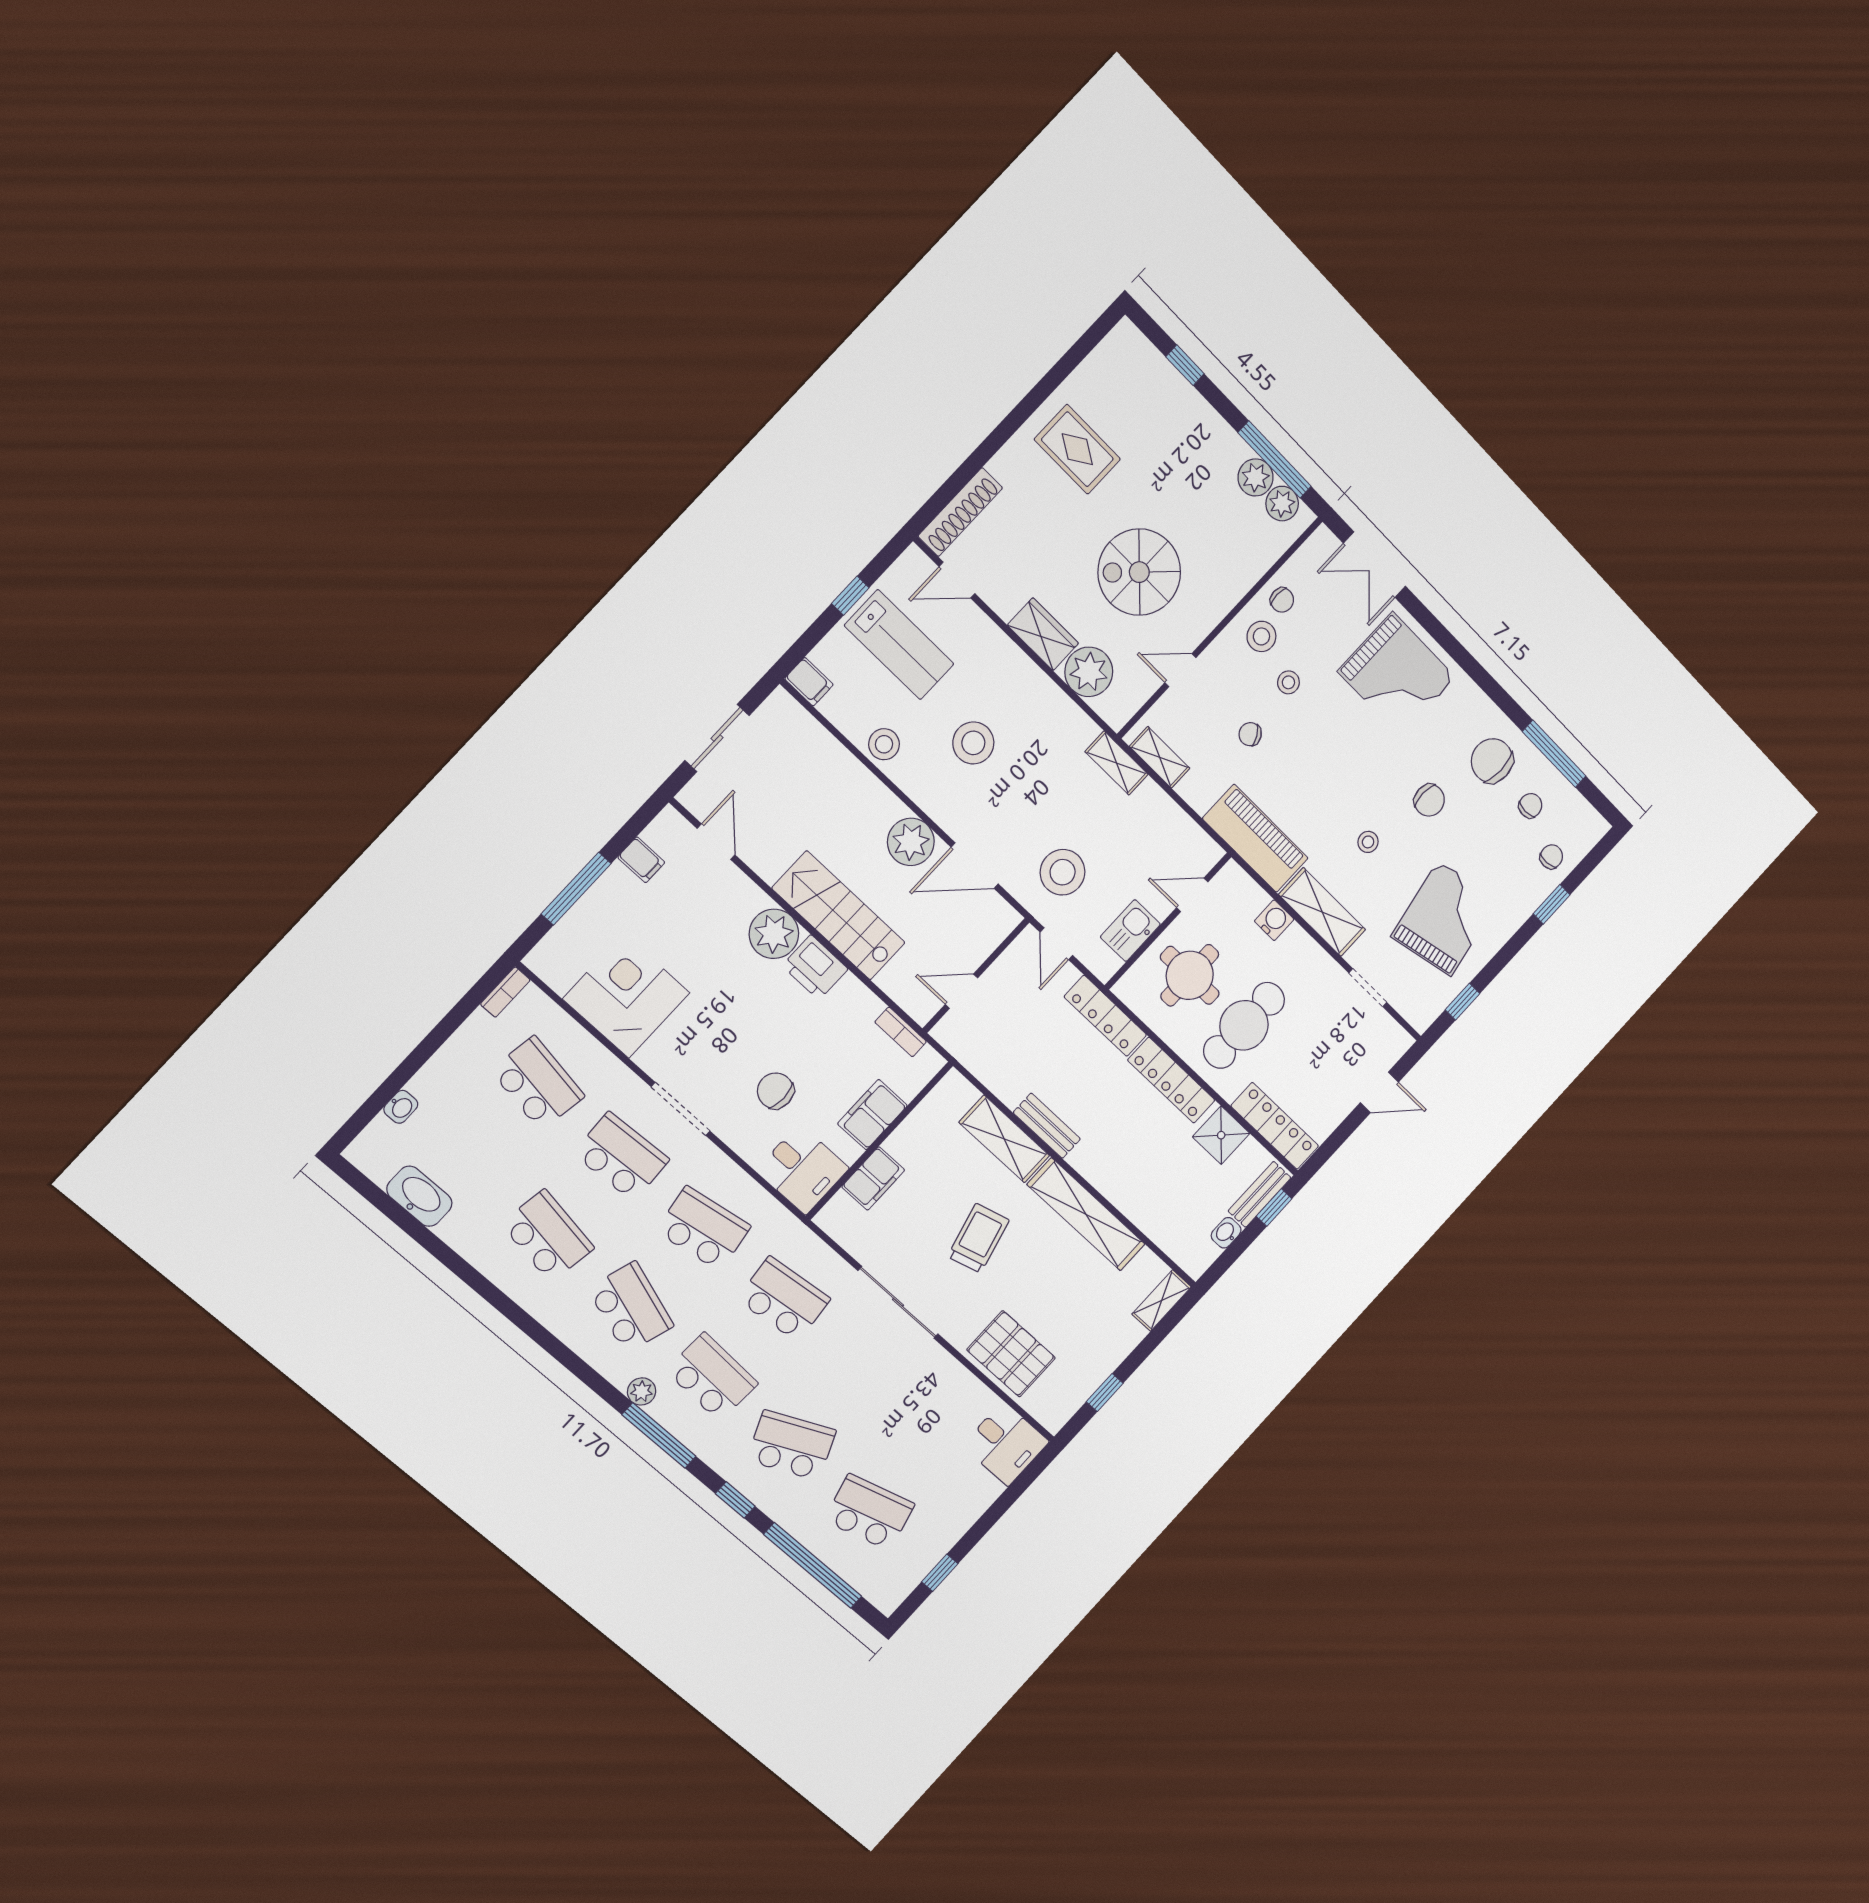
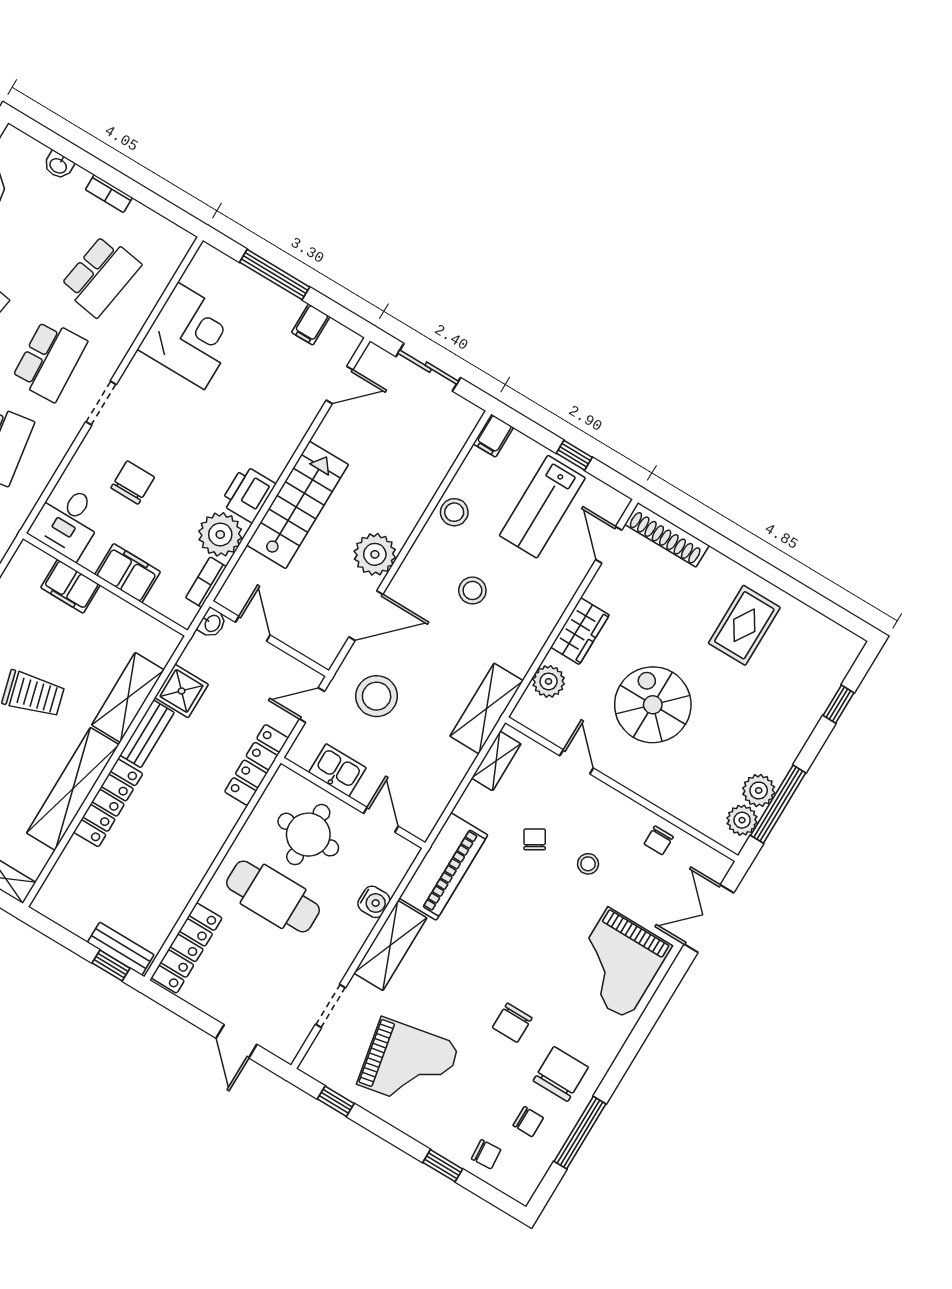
stool: (1261, 636) -> (623, 829), removed
plant: (1089, 672) -> (549, 681), width x0.73, depth x0.73
stool: (973, 743) -> (472, 590), width x0.73, depth x0.73
shelving: (1117, 763) -> (487, 708), width x1.50, depth x1.33
stool: (1368, 842) -> (463, 974), removed
door: (975, 866) -> (366, 616), swing flipped
plant: (774, 934) -> (220, 534), moved
bookcase: (505, 992) -> (109, 194), moved
locker: (1171, 1080) -> (108, 803), moved, turned 180
doorway: (681, 1109) -> (101, 403), width x0.73
shower: (1221, 1135) -> (181, 691), moved
washbasin: (1226, 1233) -> (212, 623), moved, turned 90

